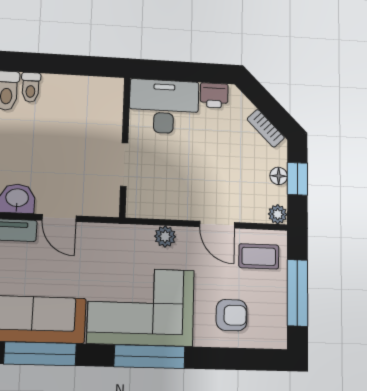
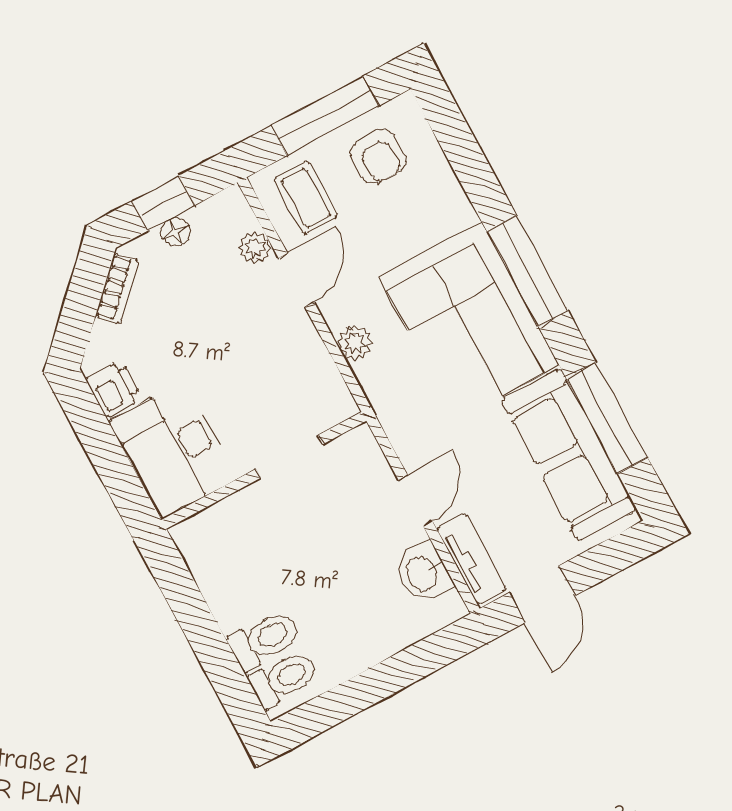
toilet: (31, 87) -> (265, 640), width x1.37, depth x1.39
plant: (278, 214) -> (255, 248), moved
armchair: (232, 315) -> (378, 156), moved, turned 180

